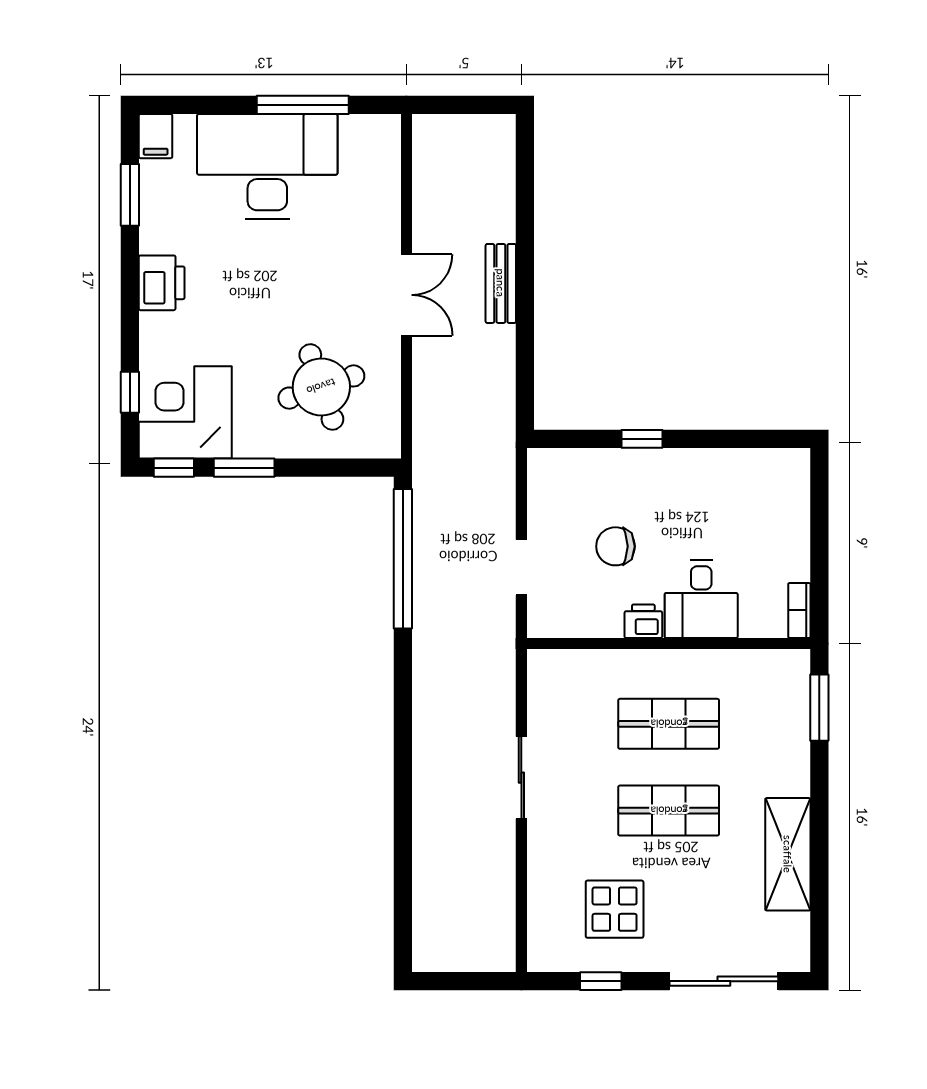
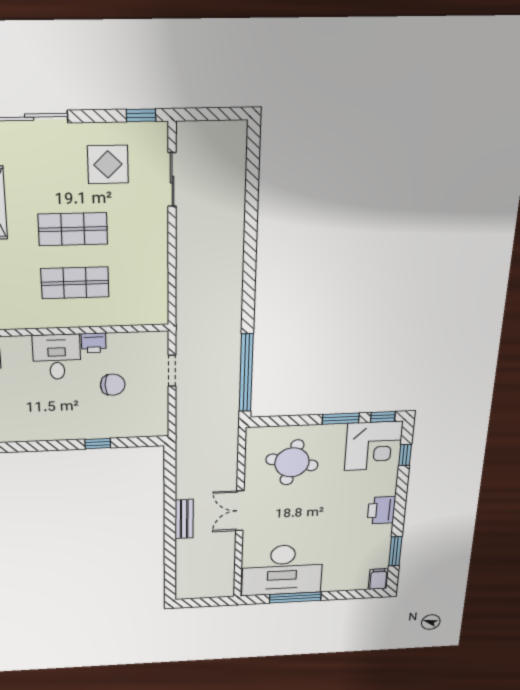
desk: (267, 166) -> (282, 570), moved
round table: (321, 387) -> (292, 462), turned 32
sliding door: (521, 778) -> (172, 180), moved
window: (601, 981) -> (141, 115), moved

